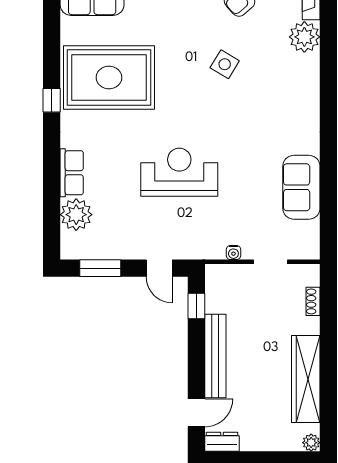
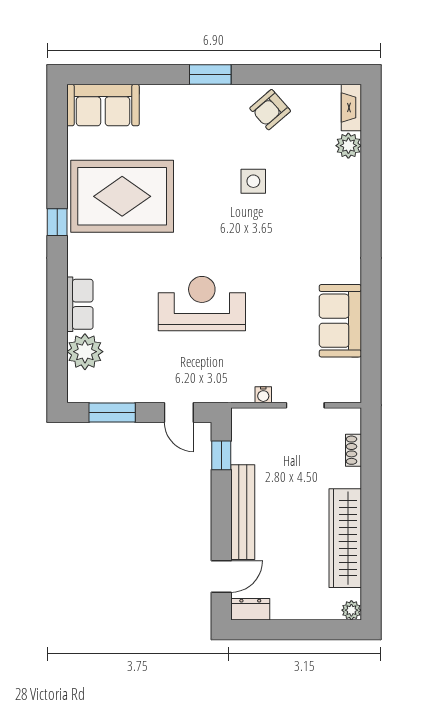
plant: (304, 37) -> (348, 146), width x0.73, depth x0.73
side table: (225, 64) -> (253, 181), turned -31

